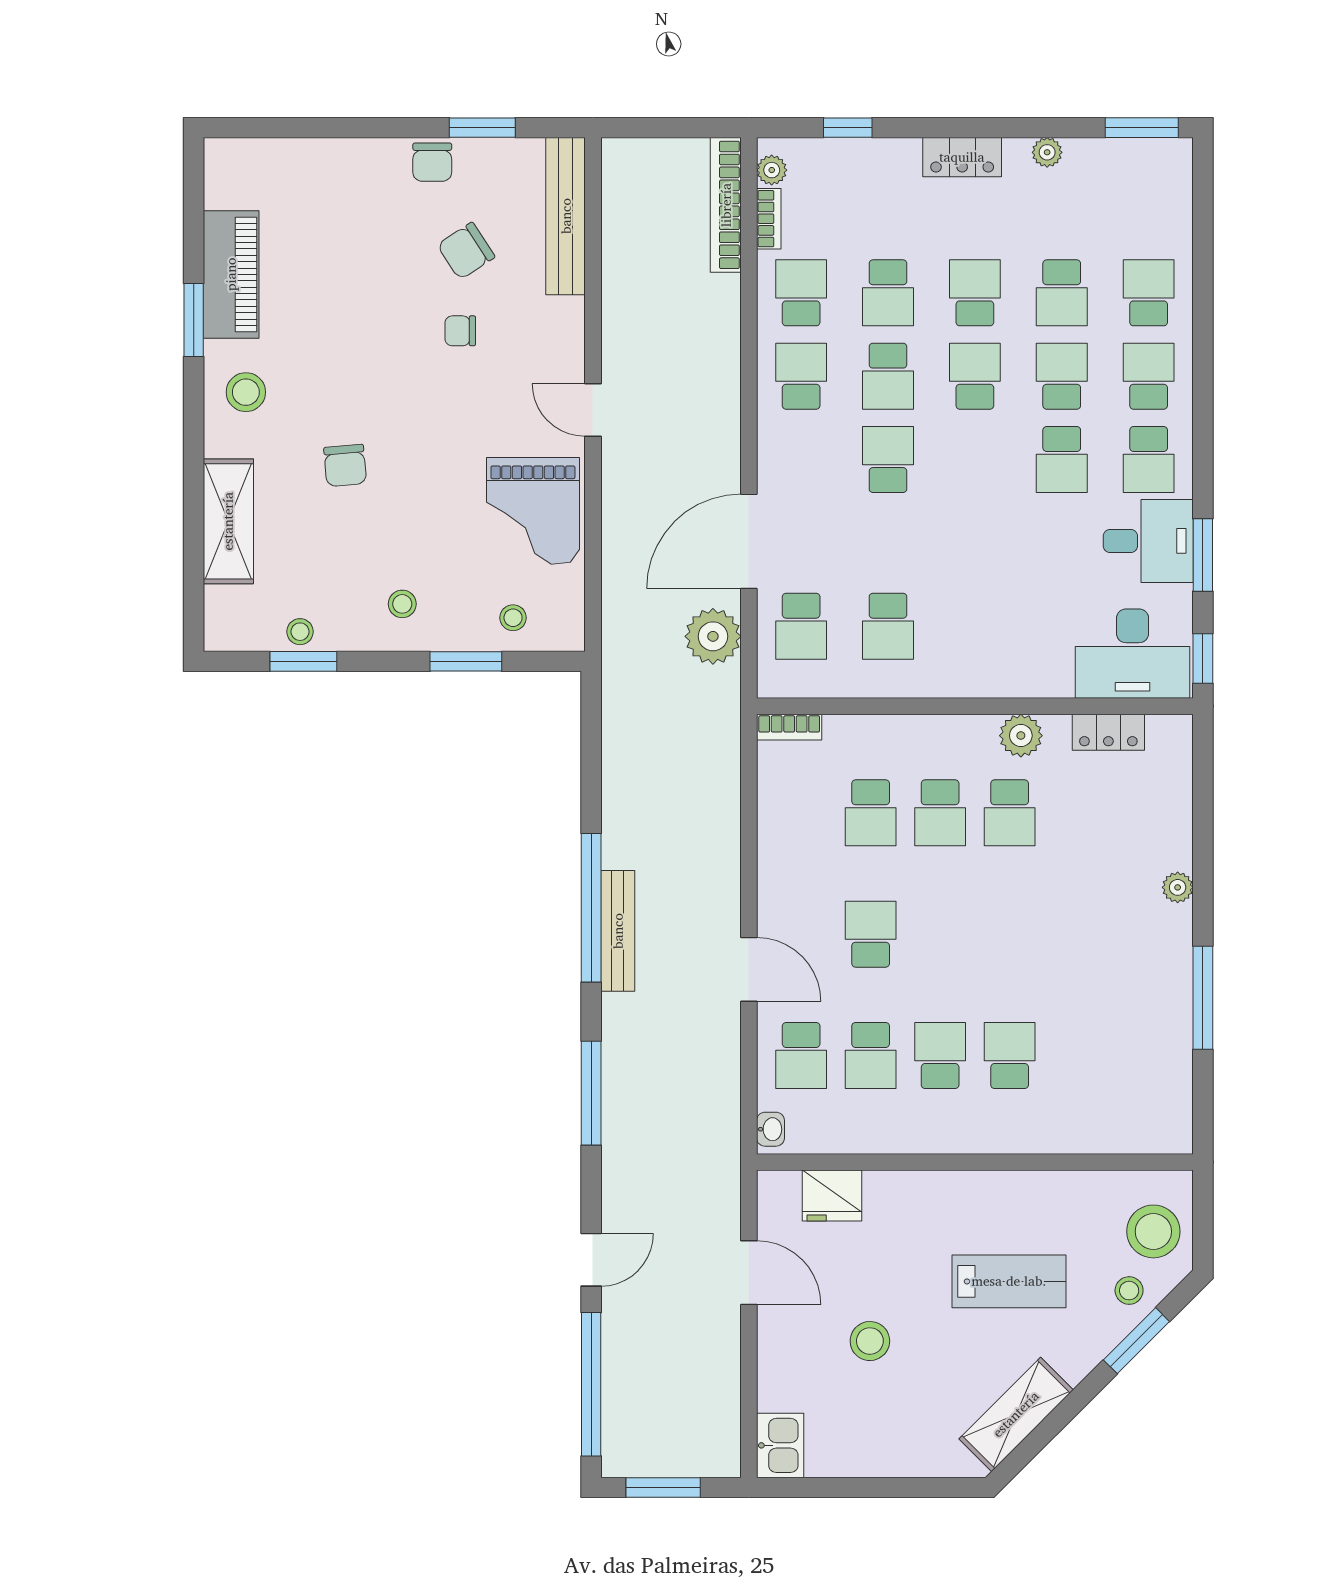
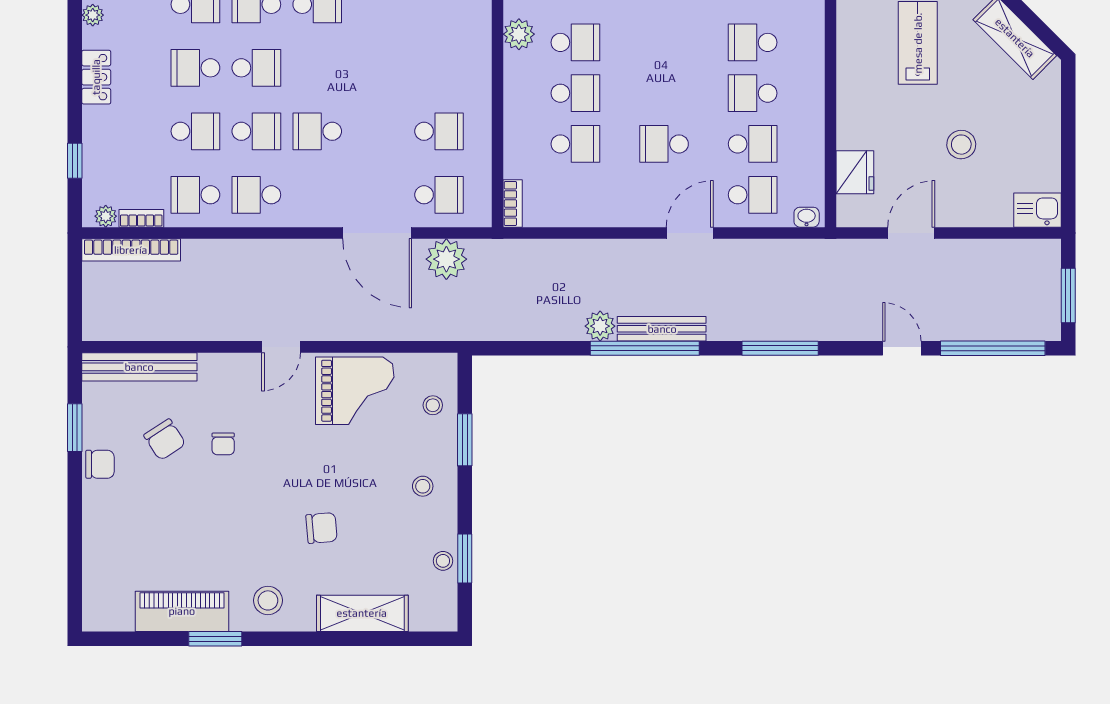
school desk: (975, 376) -> (256, 68), turned 180
plant: (621, 847) -> (600, 326), added

